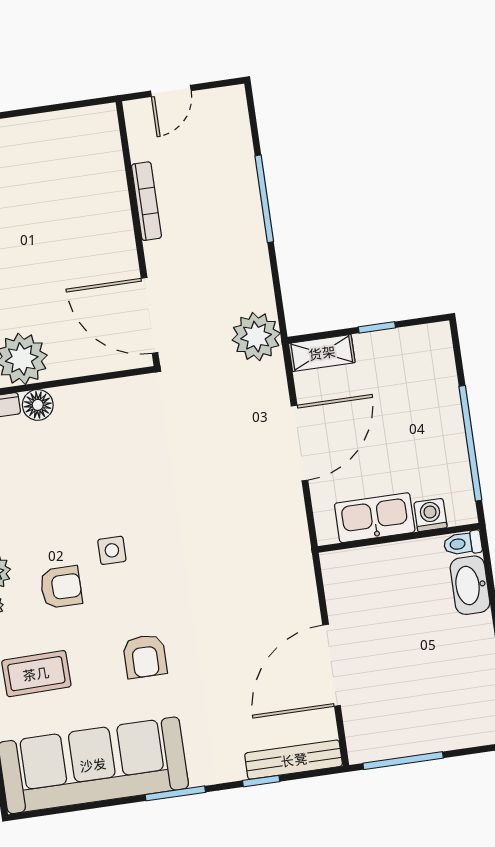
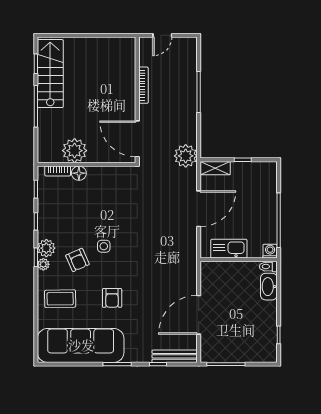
washing machine: (430, 515) -> (270, 251), moved
armchair: (61, 587) -> (77, 260), turned 66

